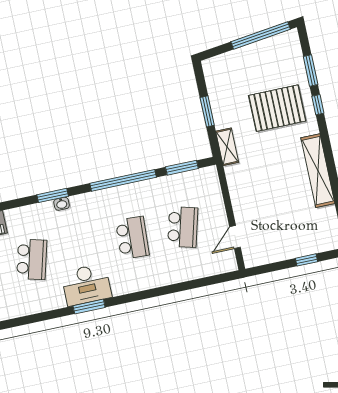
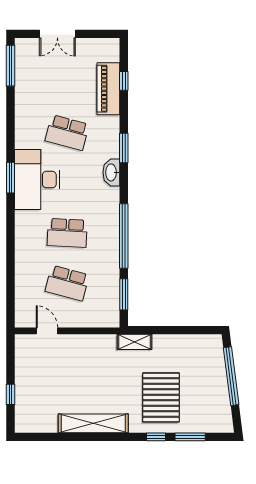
window: (261, 35) -> (231, 376), moved
window: (207, 111) -> (172, 330), removed
window: (53, 195) -> (124, 148), moved
washbasin: (62, 204) -> (111, 172), width x1.91, depth x1.45
desk: (86, 285) -> (37, 180), width x1.36, depth x1.30

